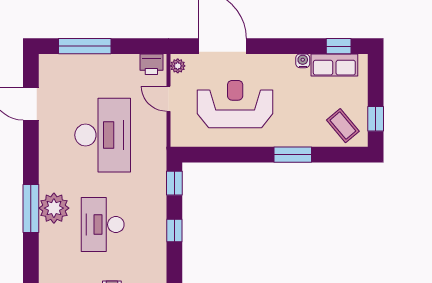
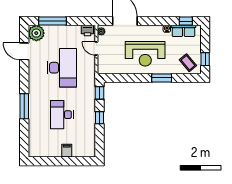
reception desk: (235, 104) -> (145, 54), moved, turned 180
plant: (54, 208) -> (36, 33), moved

